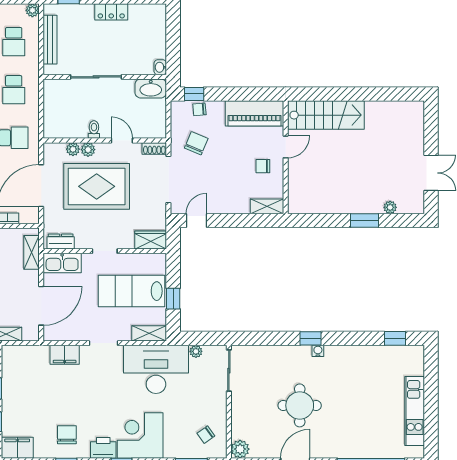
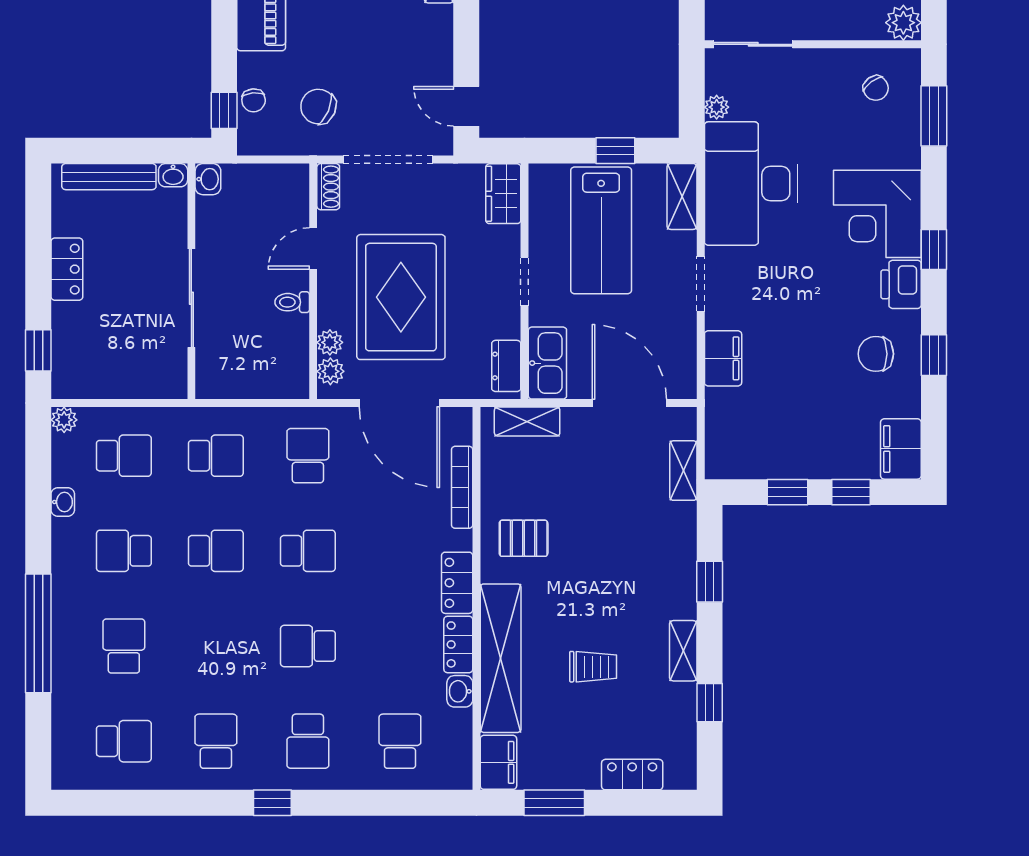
bench: (50, 40) -> (109, 177), moved
washbasin: (151, 88) -> (208, 179), width x0.52, depth x0.69
plant: (88, 150) -> (330, 371), moved

